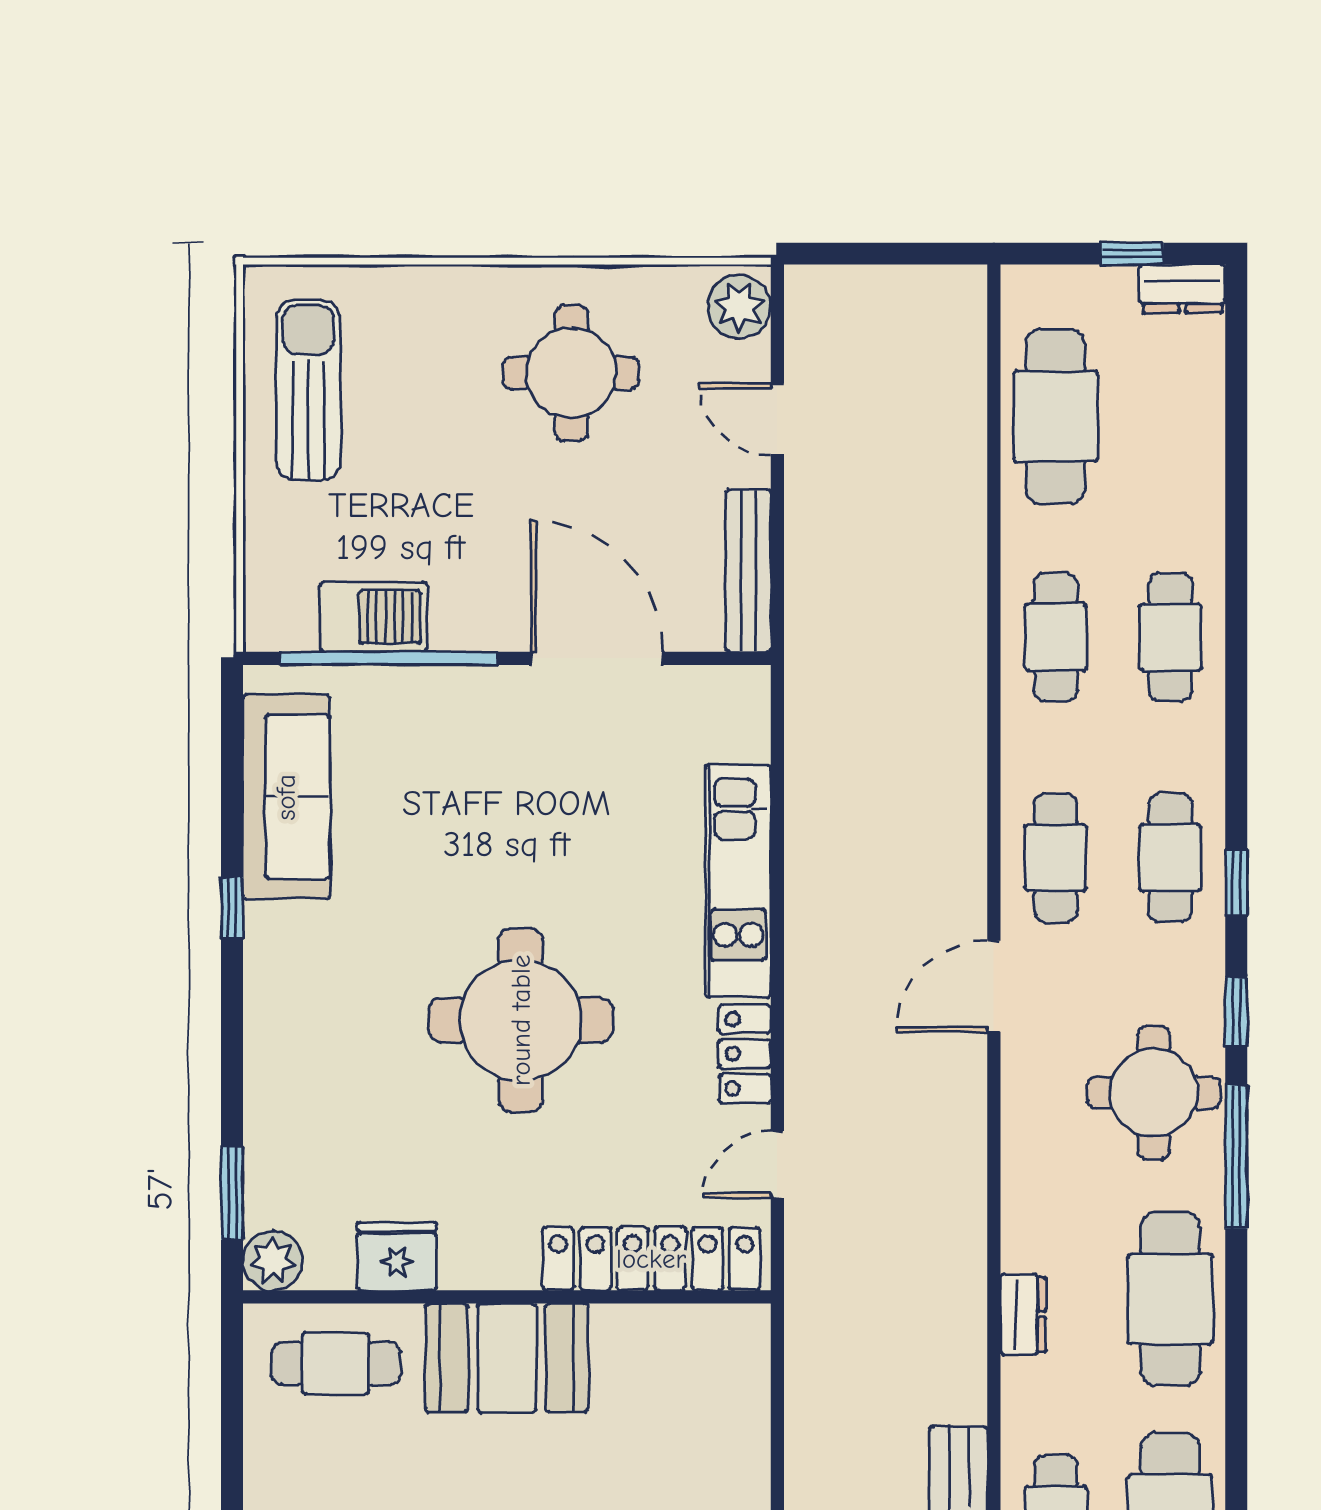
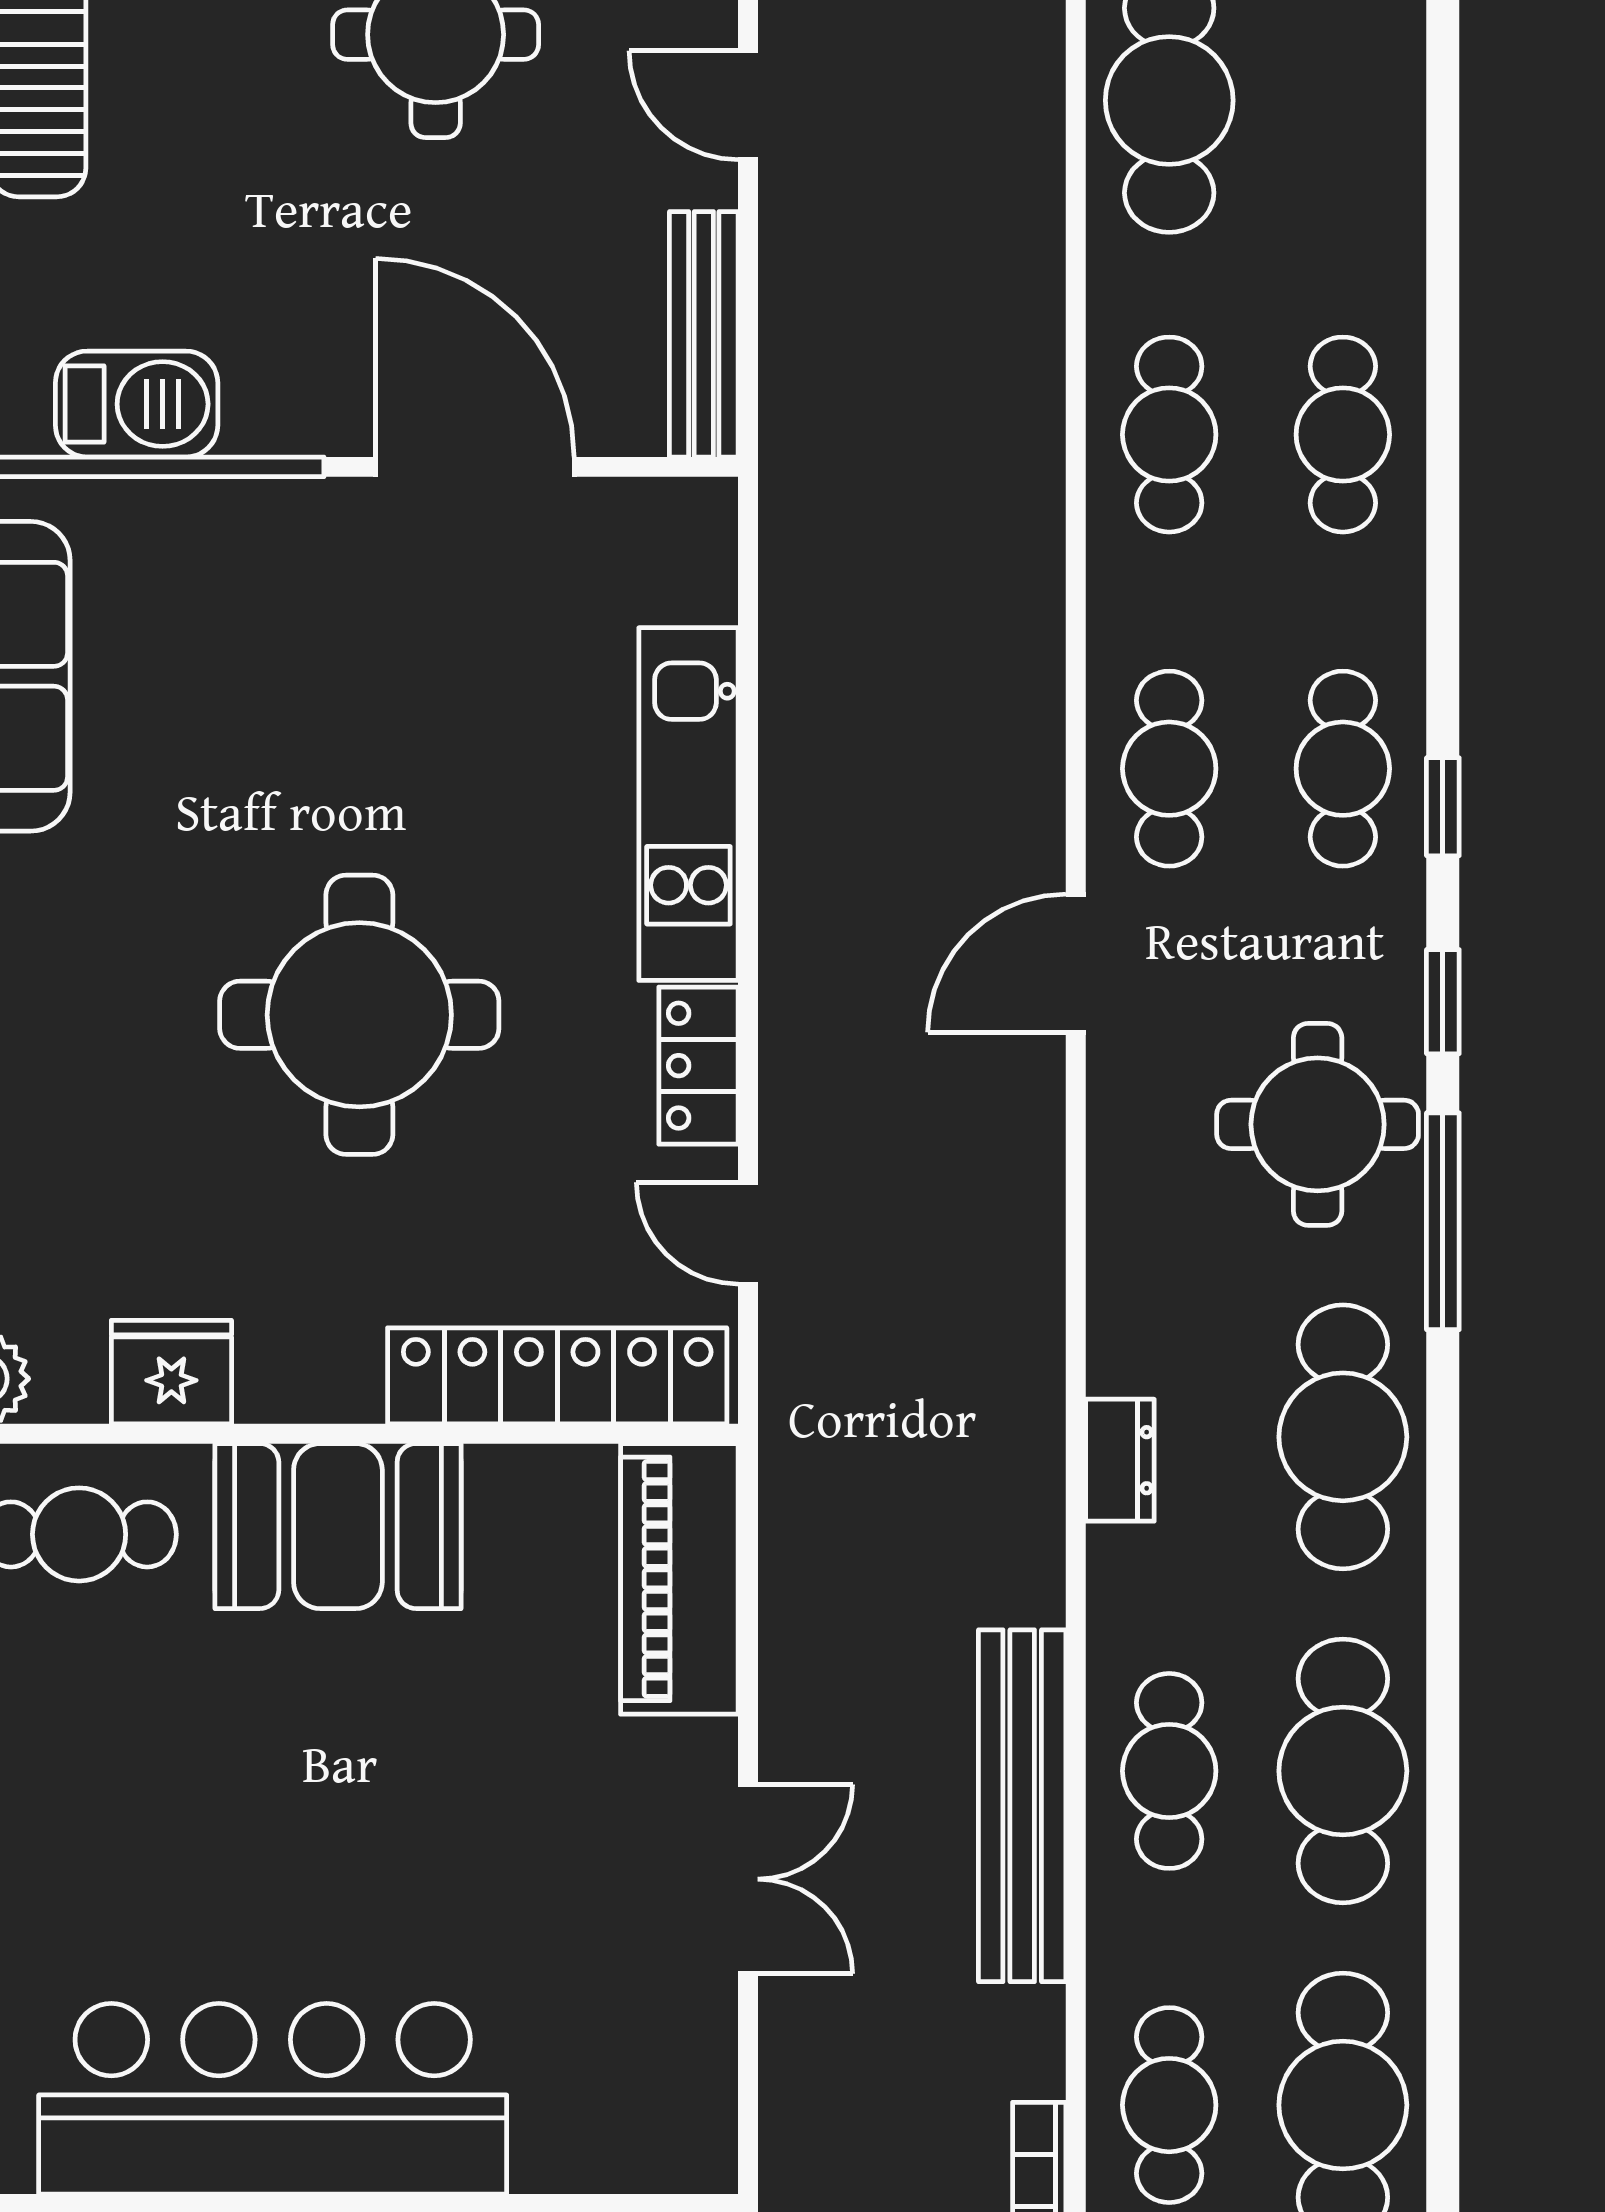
door: (777, 1164) -> (748, 1233), hinge flipped
piano: (732, 1393) -> (679, 1579), added

